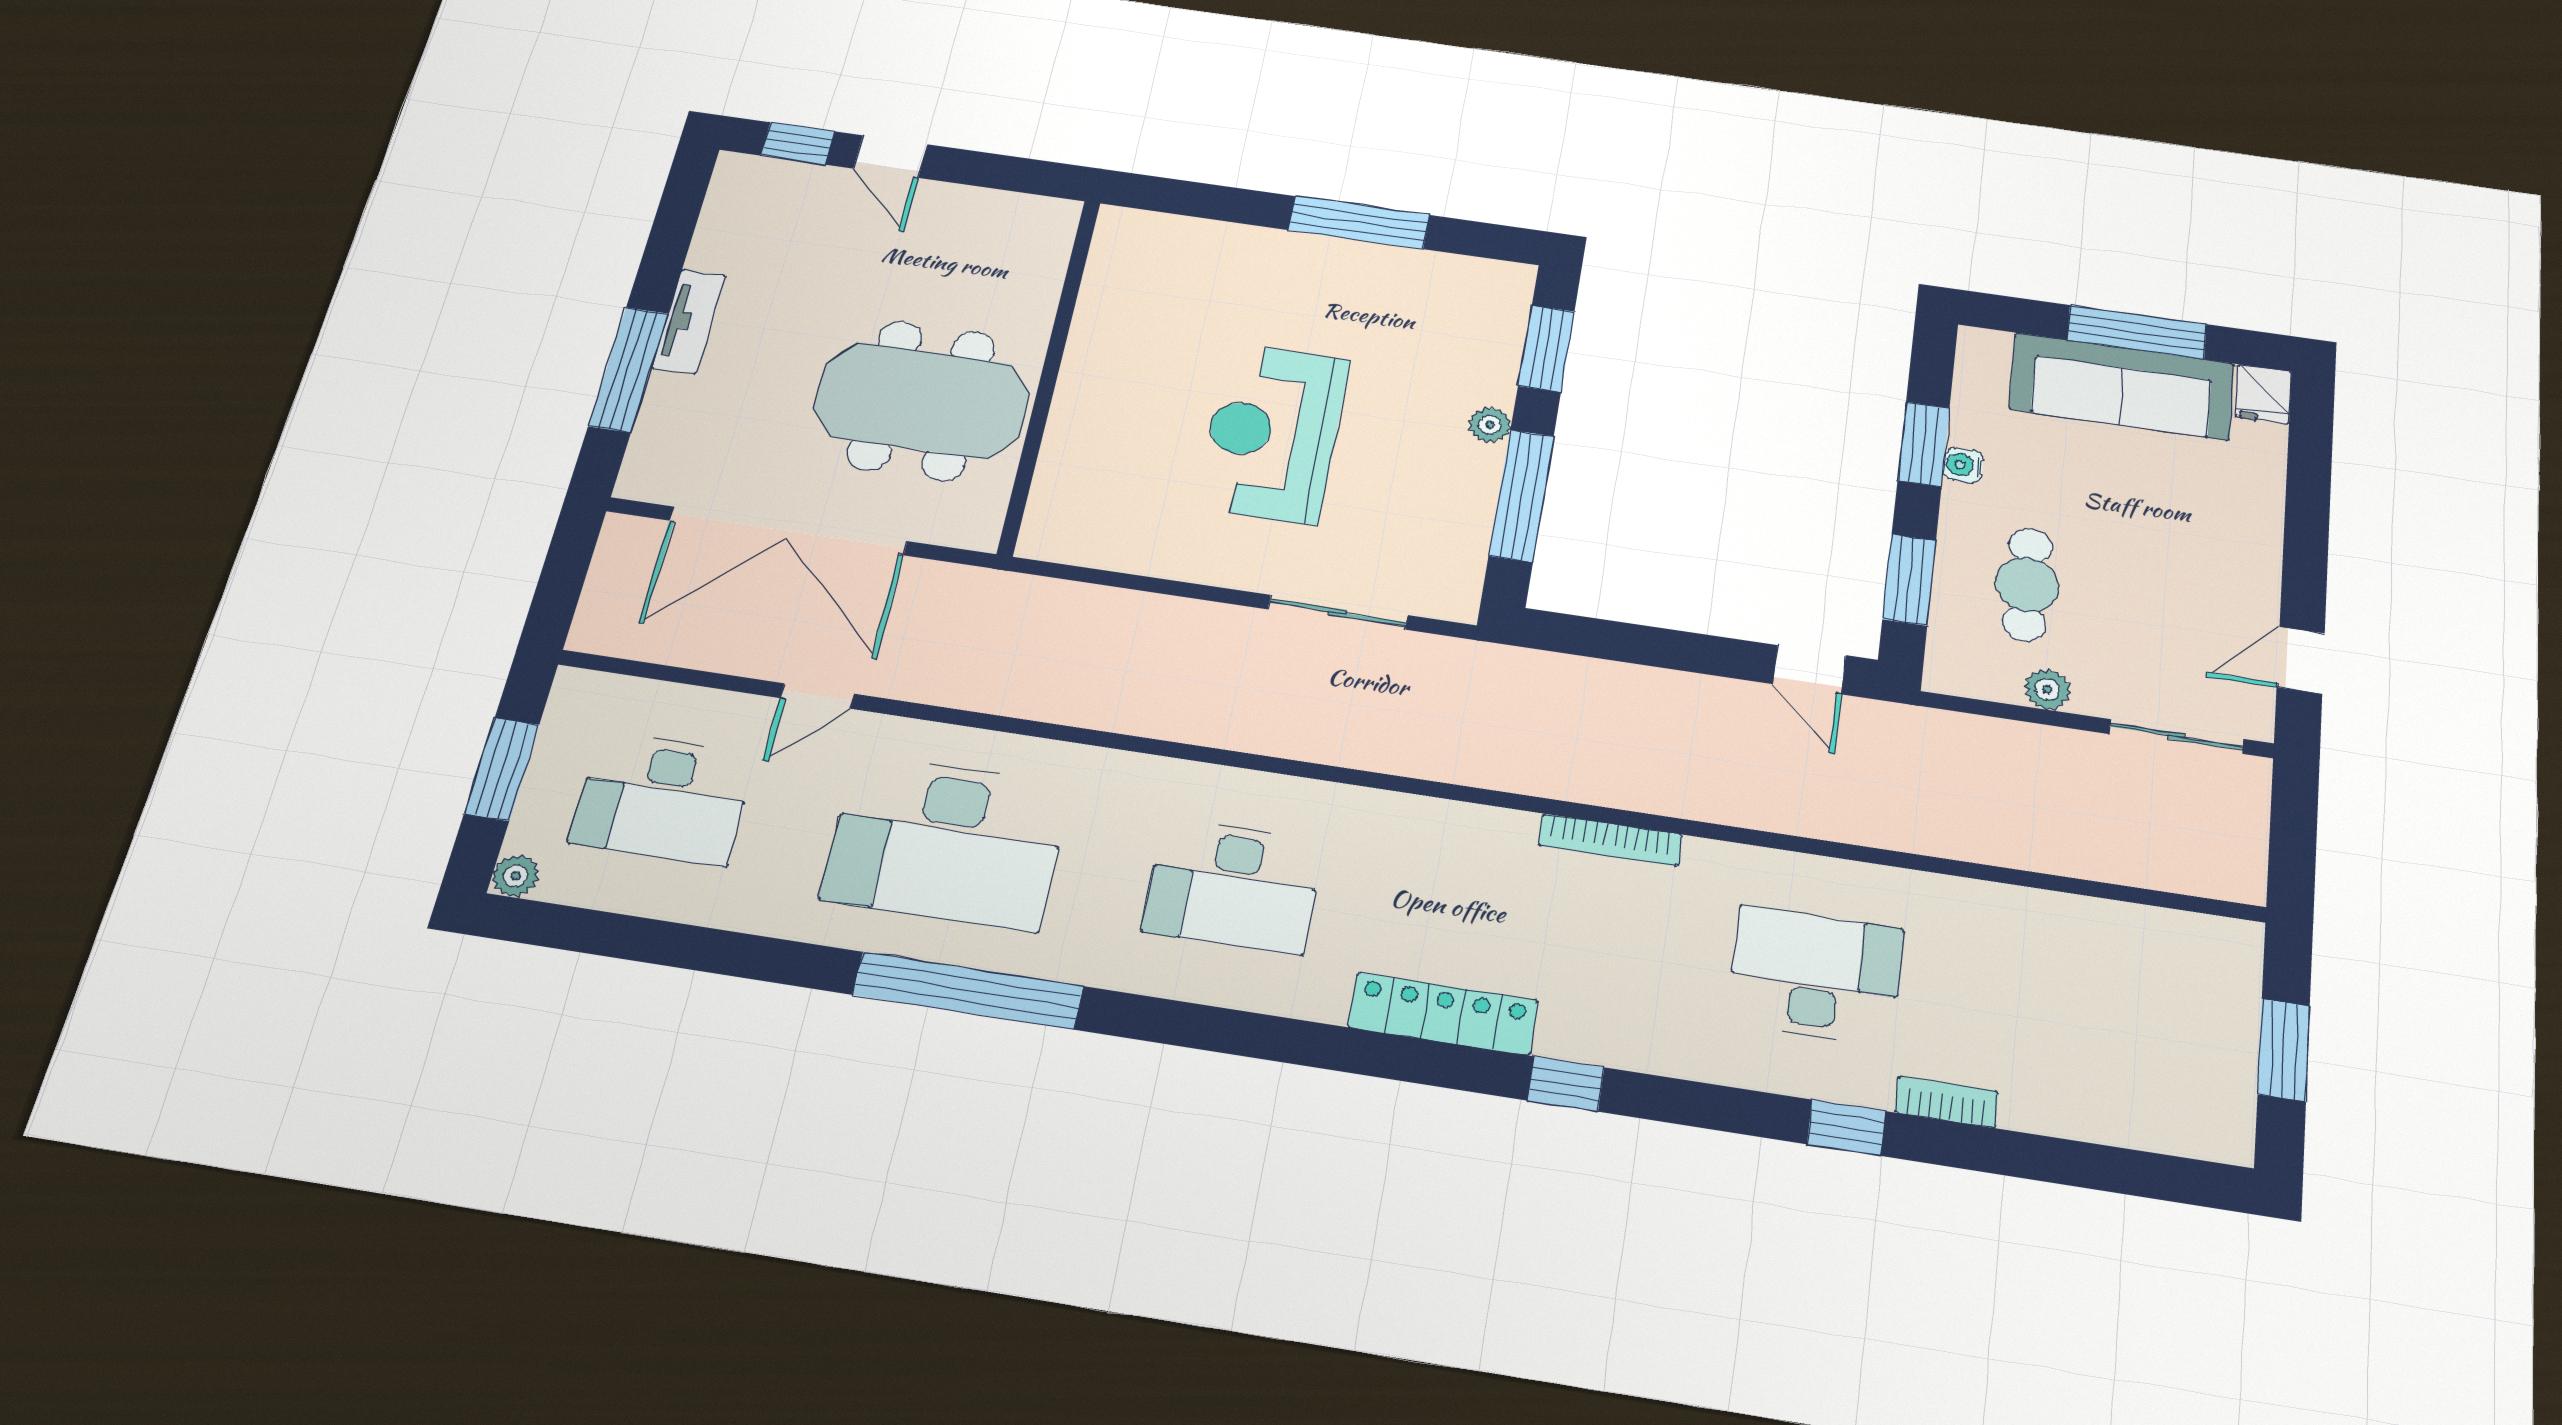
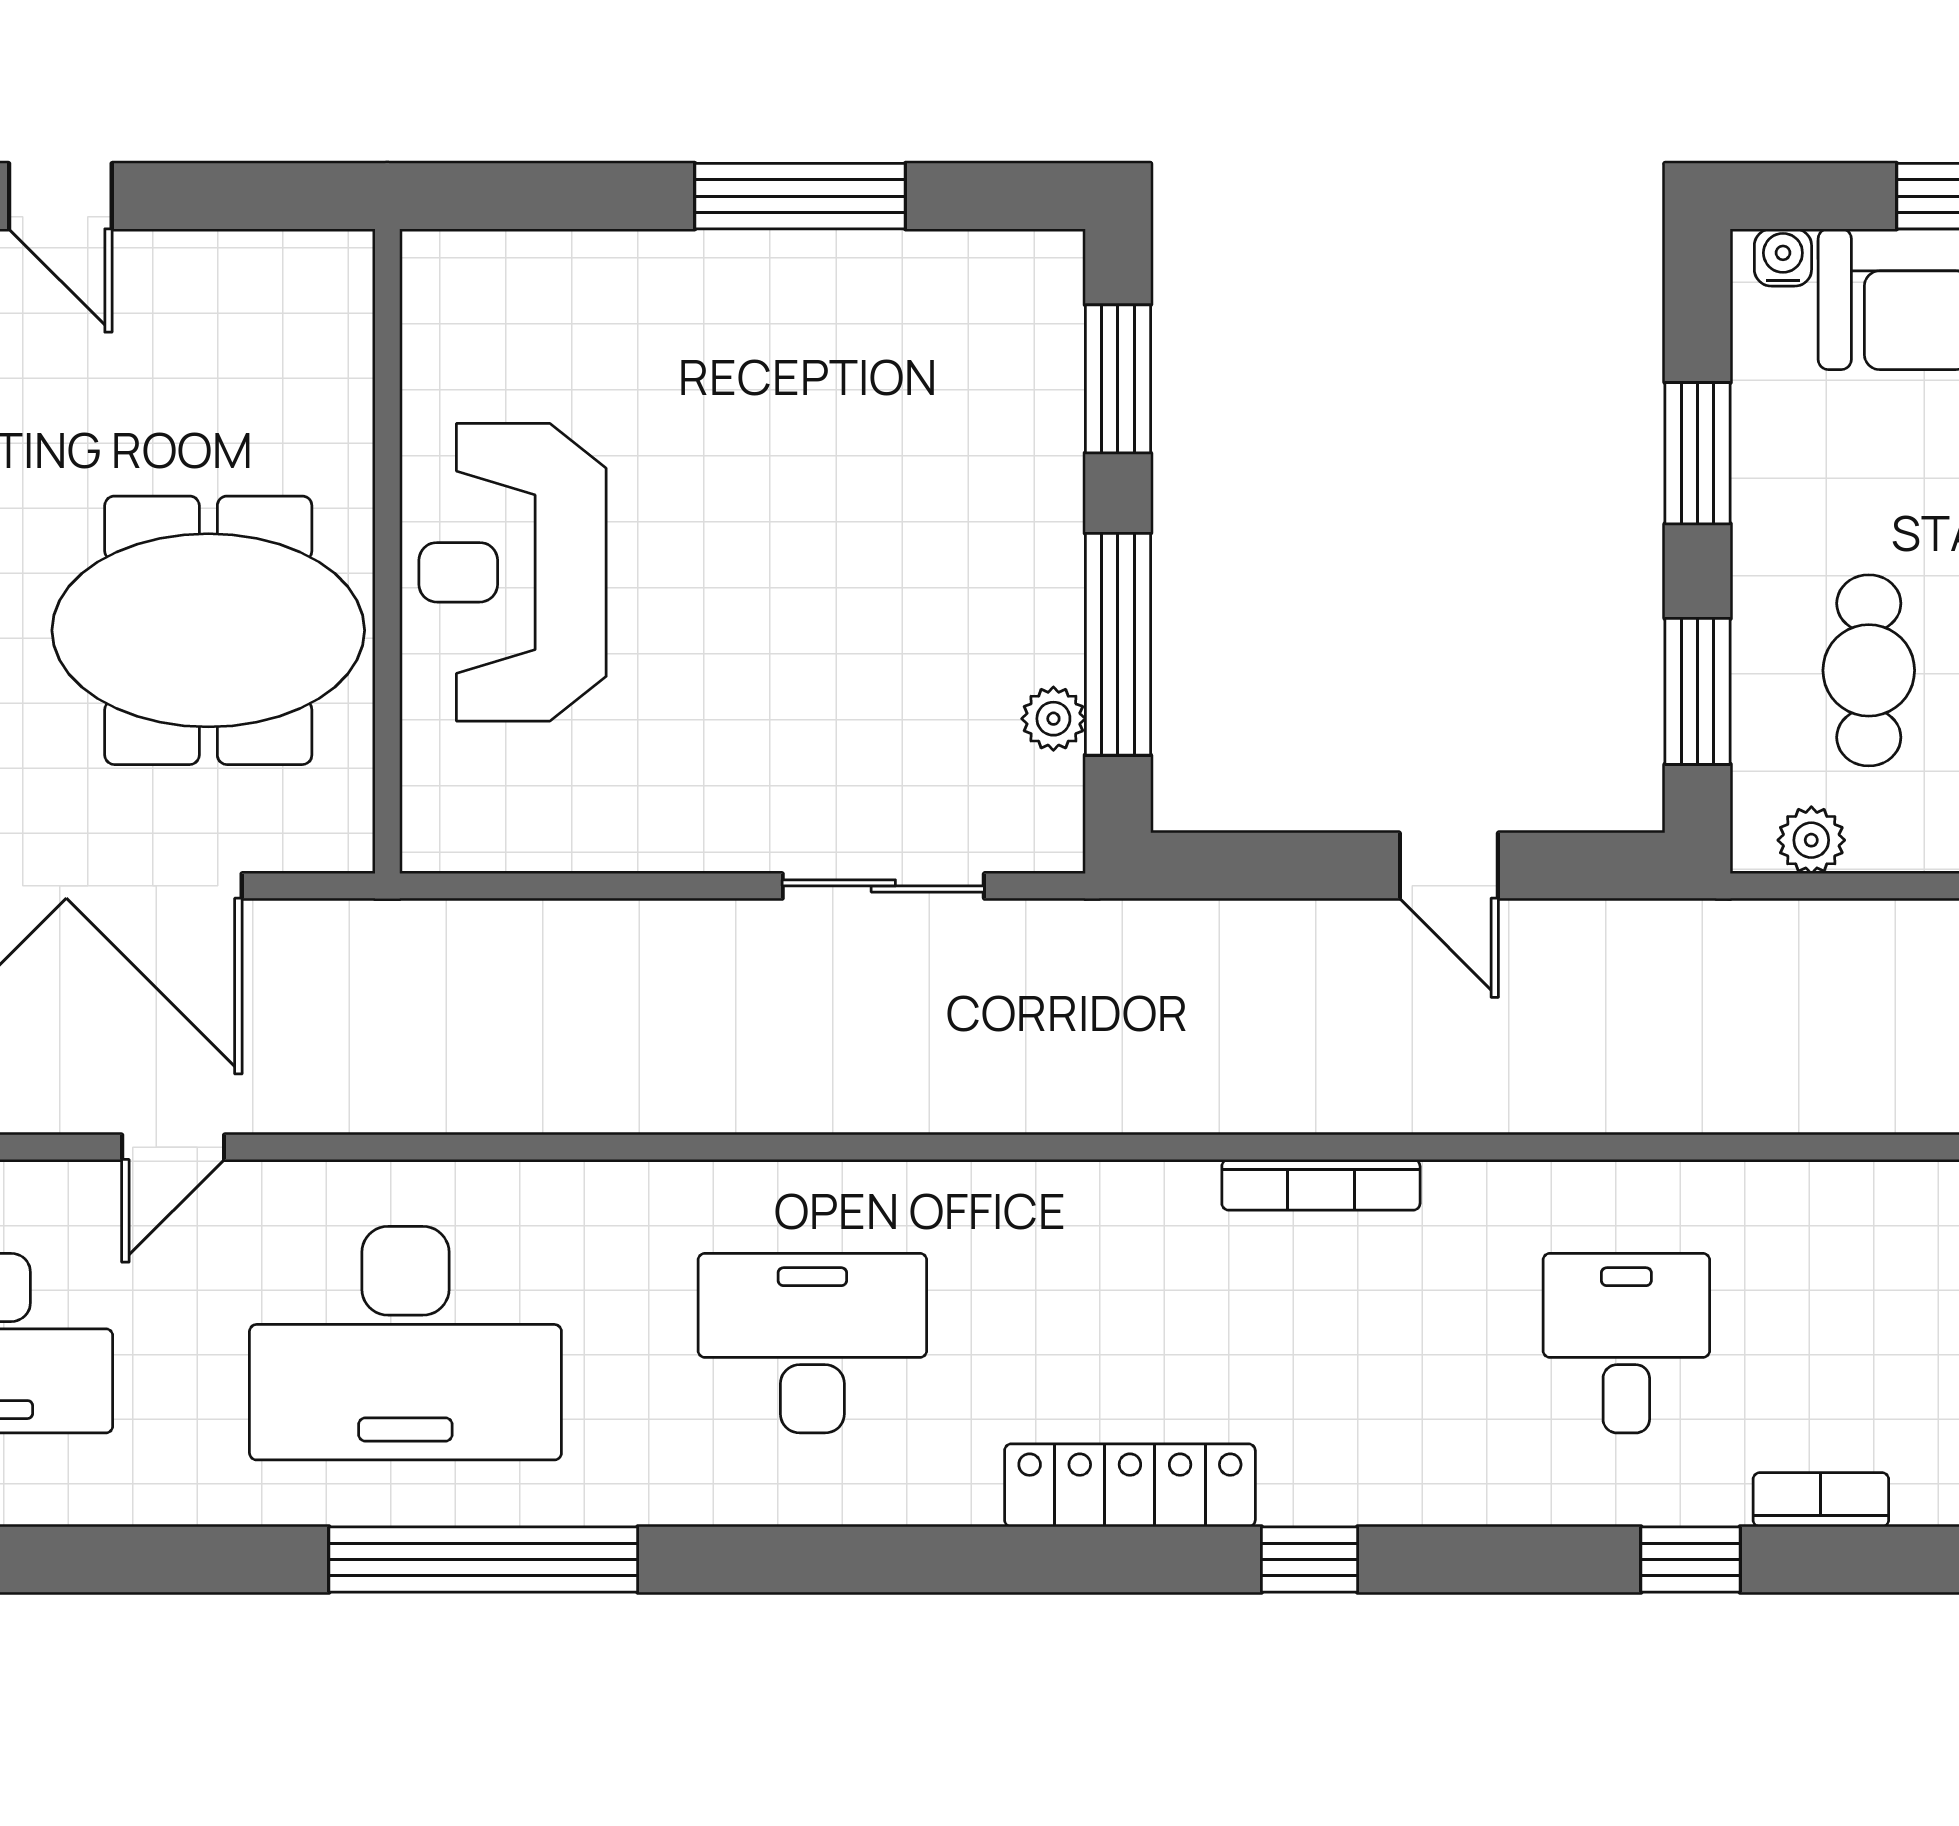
plant: (1490, 425) -> (1053, 719), moved
reception desk: (1273, 433) -> (513, 572), moved
water cooler: (1963, 465) -> (1783, 257), moved, turned 90
door: (1809, 670) -> (1449, 866), moved
plant: (2047, 689) -> (1811, 840), moved
desk: (1233, 886) -> (812, 1343), turned 180
desk: (1815, 975) -> (1626, 1343), width x0.73

